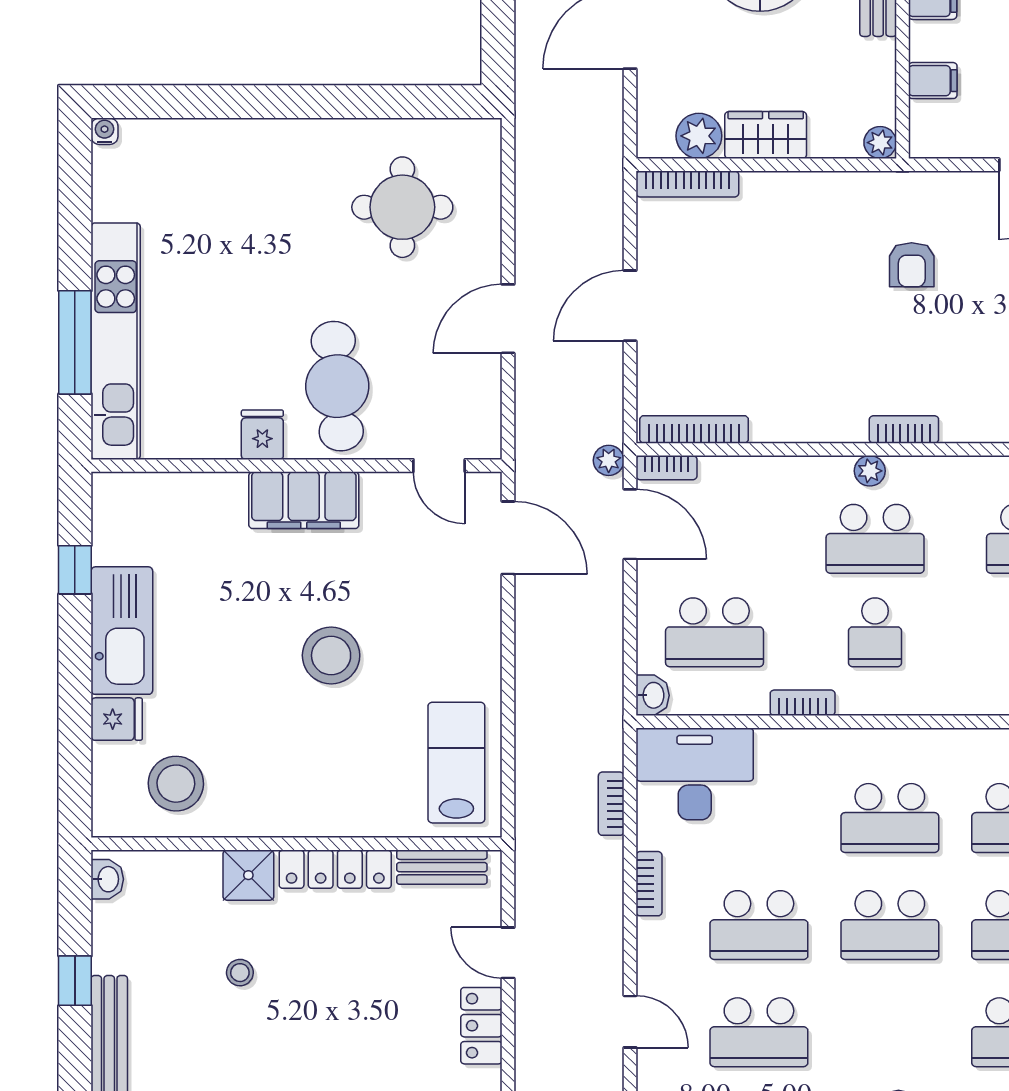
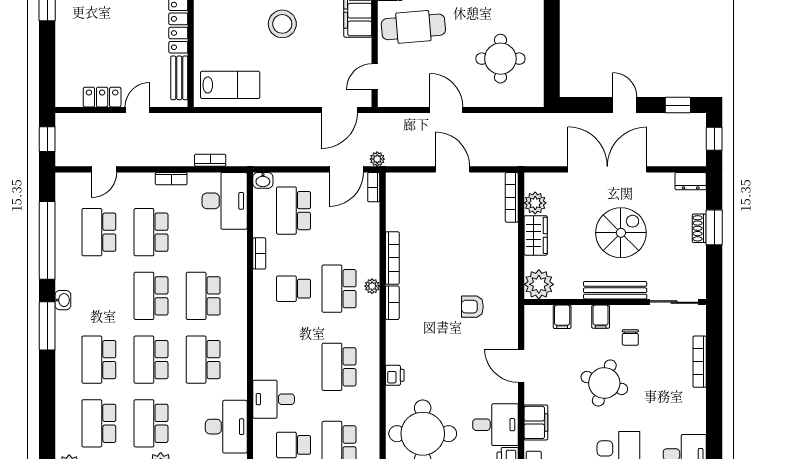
plant: (880, 143) -> (539, 284), width x1.87, depth x1.87
bookcase: (694, 429) -> (392, 258), moved

